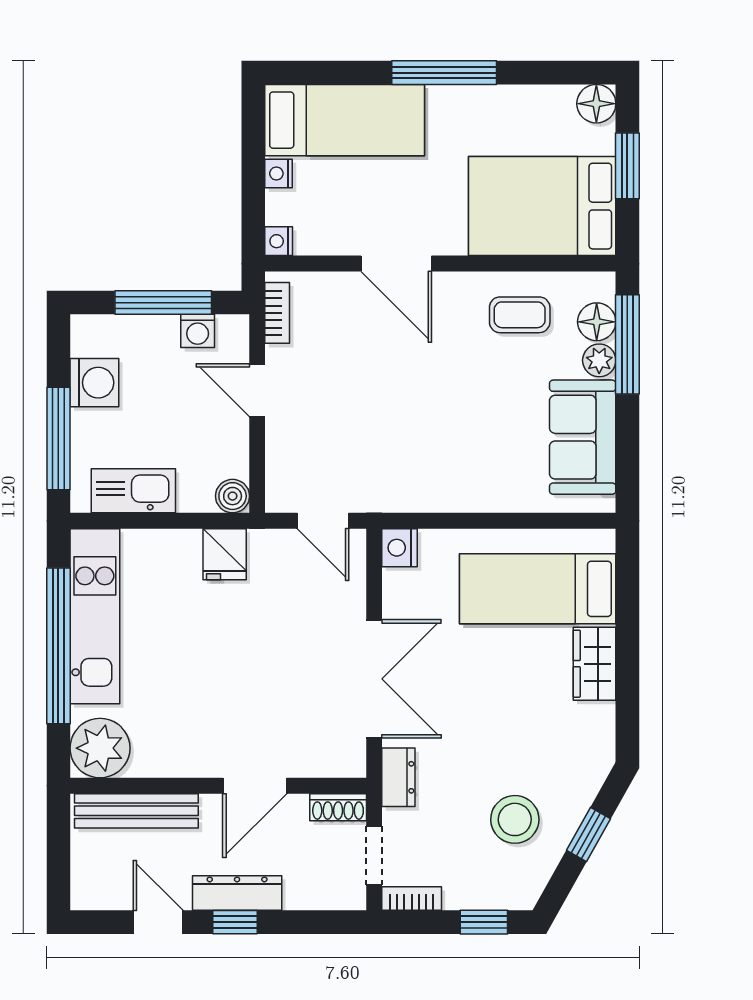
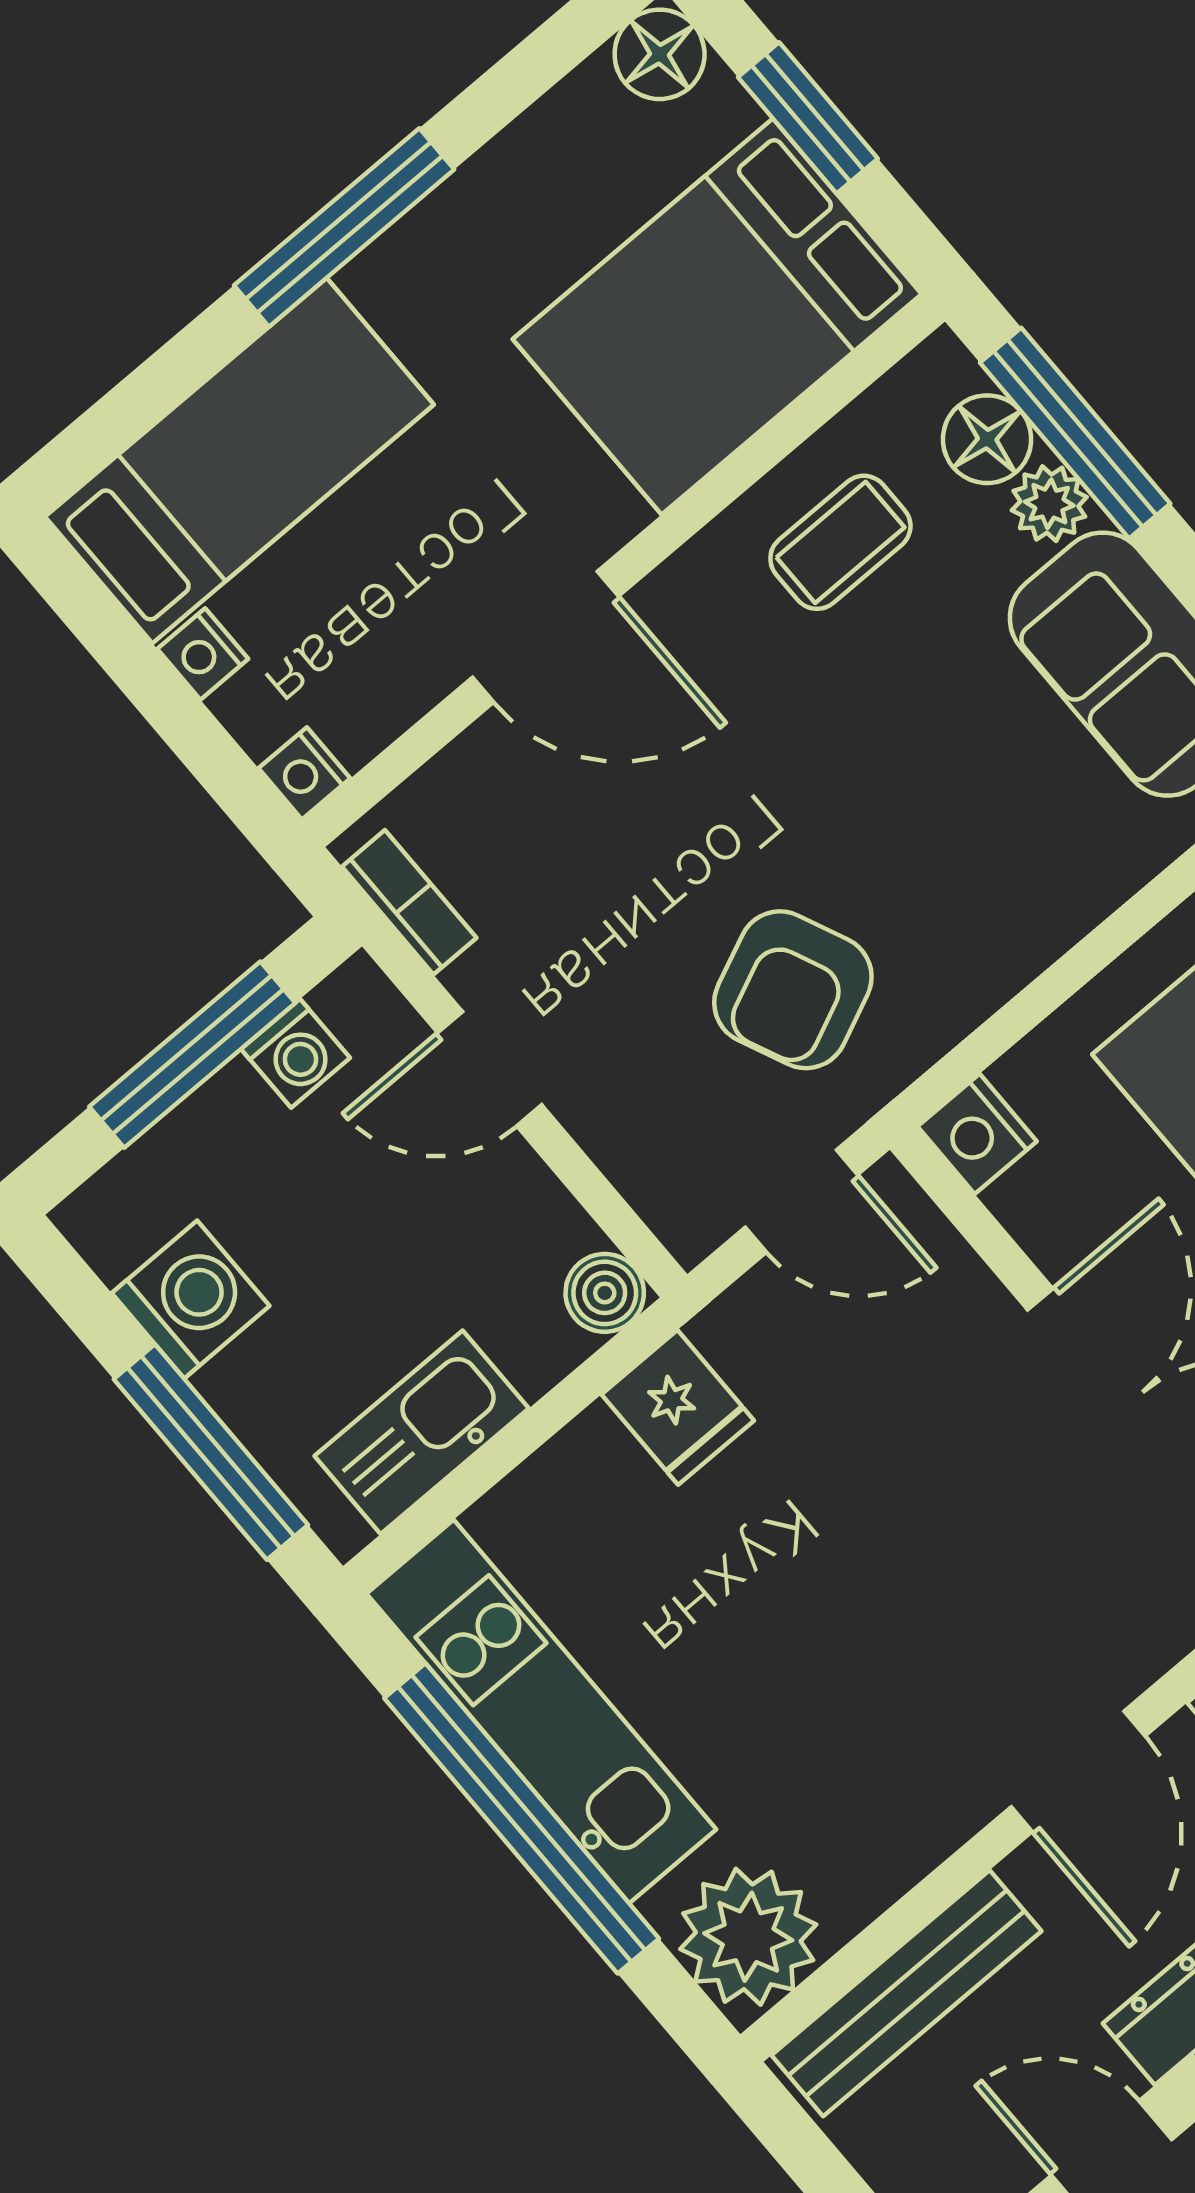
armchair: (379, 449) -> (793, 990), added

